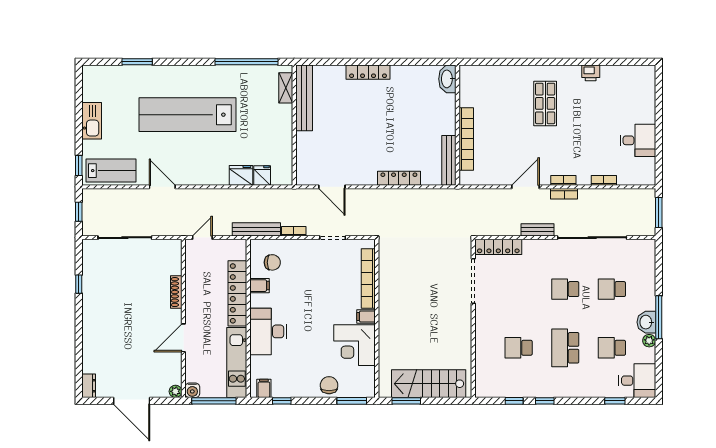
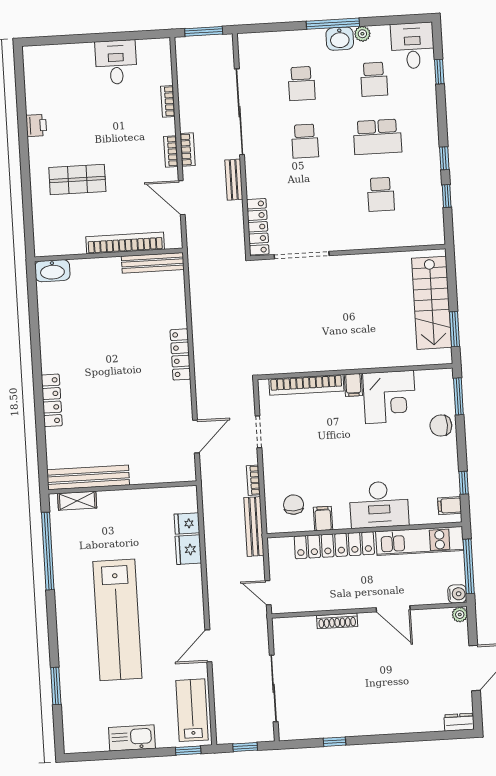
washbasin: (447, 79) -> (52, 271), moved
wall: (457, 125) -> (109, 255), moved
bookcase: (466, 139) -> (125, 243), moved
bench: (449, 160) -> (153, 263), moved

